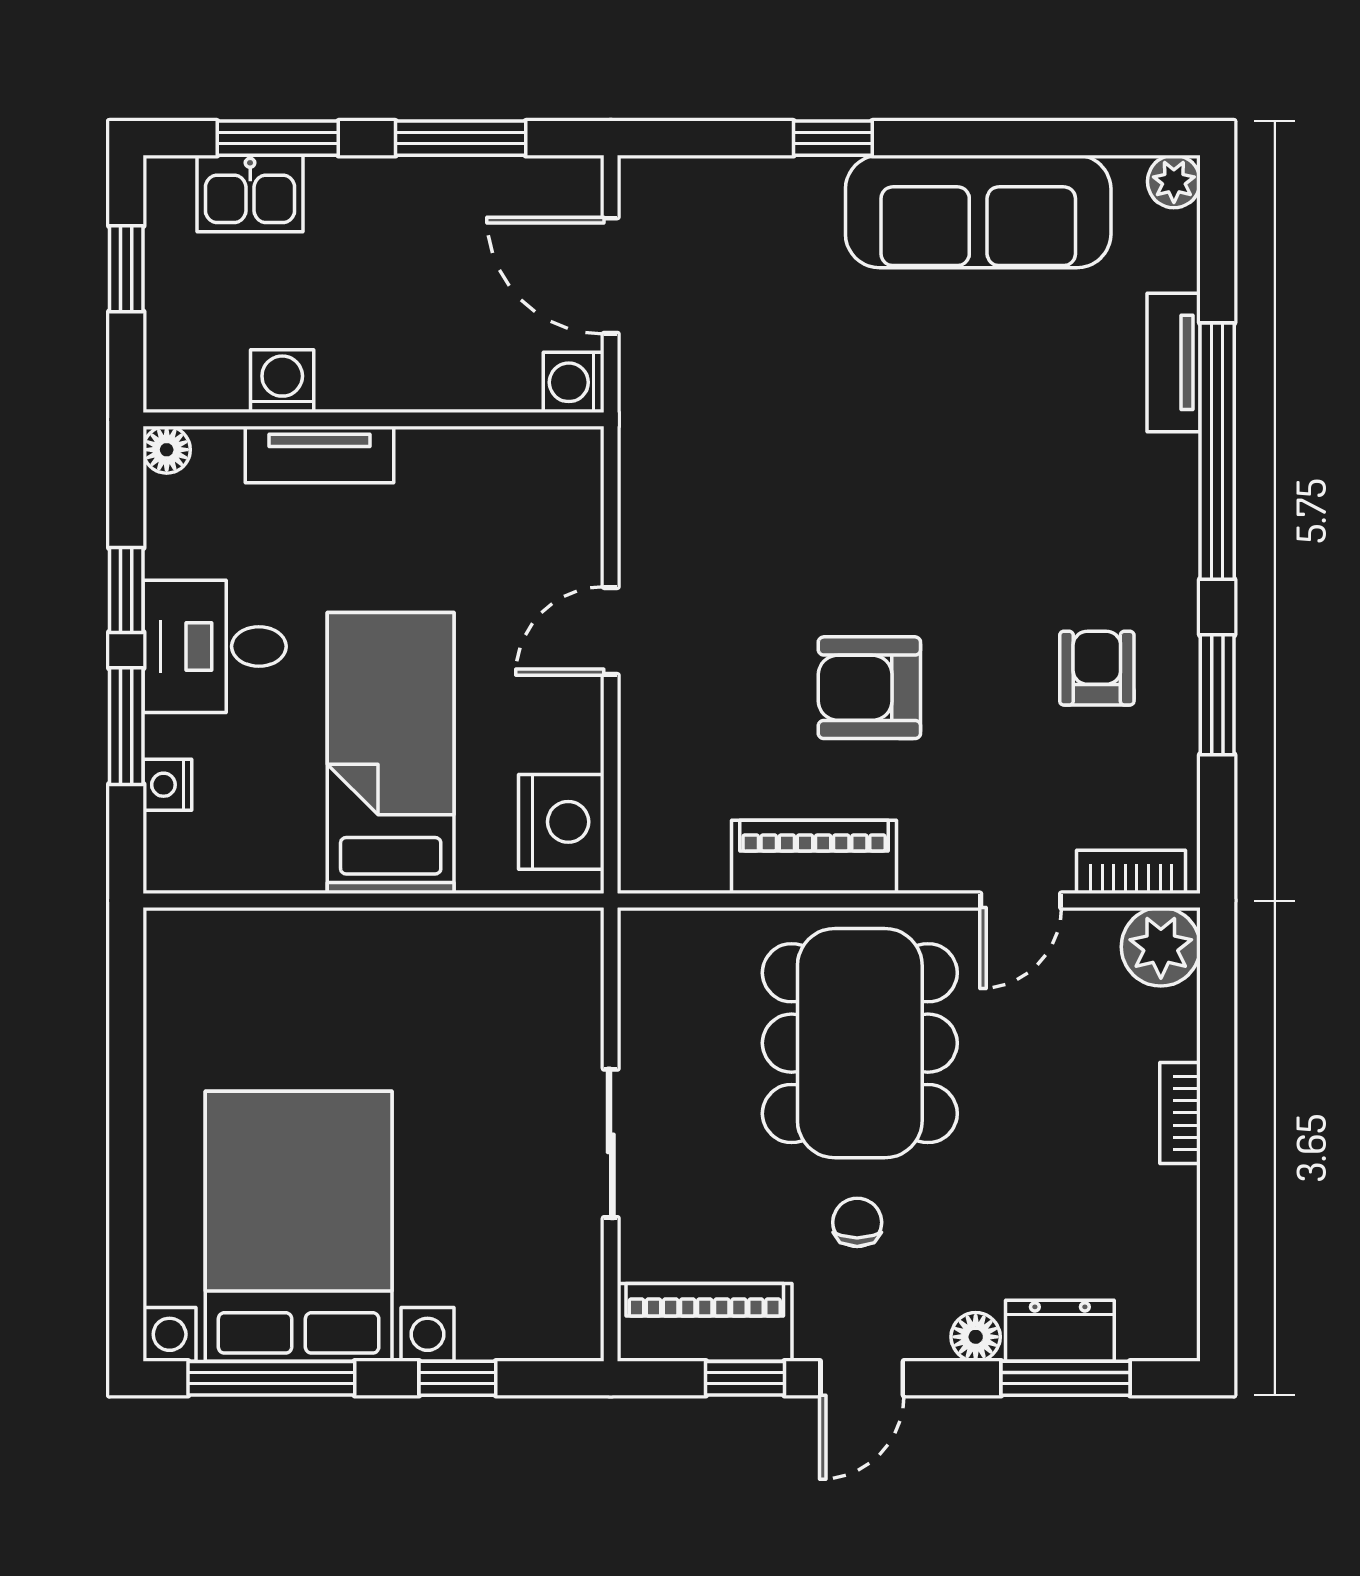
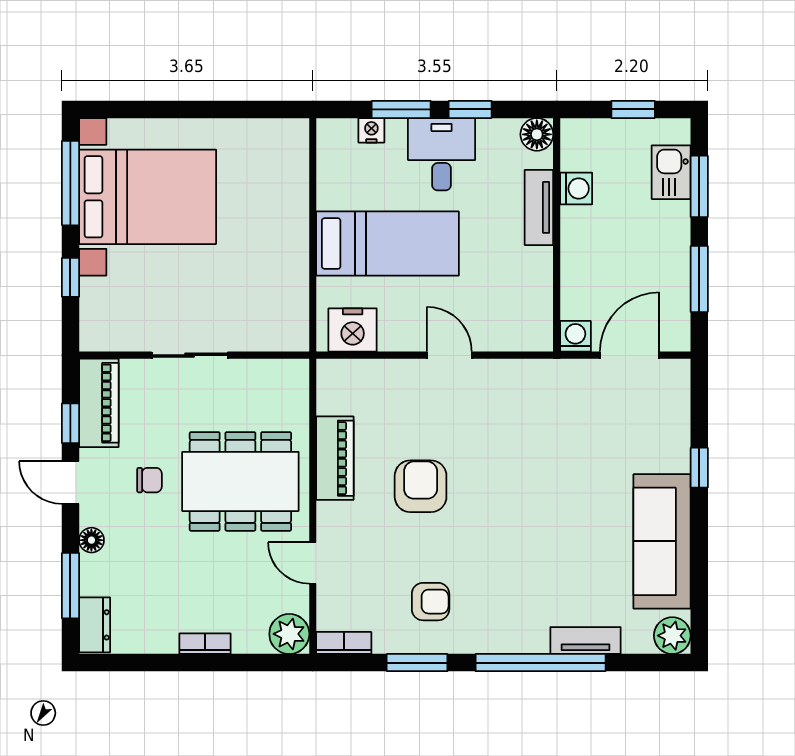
plant: (1174, 181) -> (672, 636), width x1.38, depth x1.38
floor lamp: (167, 450) -> (537, 134), width x1.37, depth x1.37
bookcase: (1131, 872) -> (344, 643), moved, turned -90
dresser: (1060, 1331) -> (95, 625), moved

